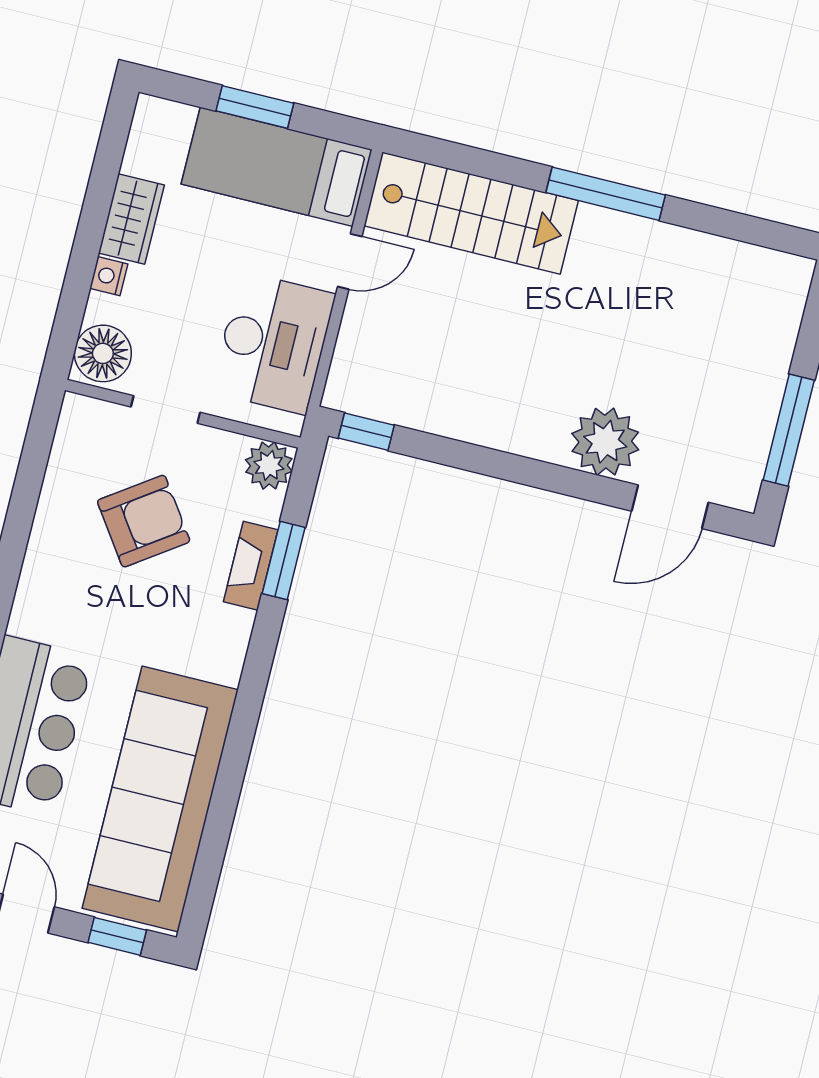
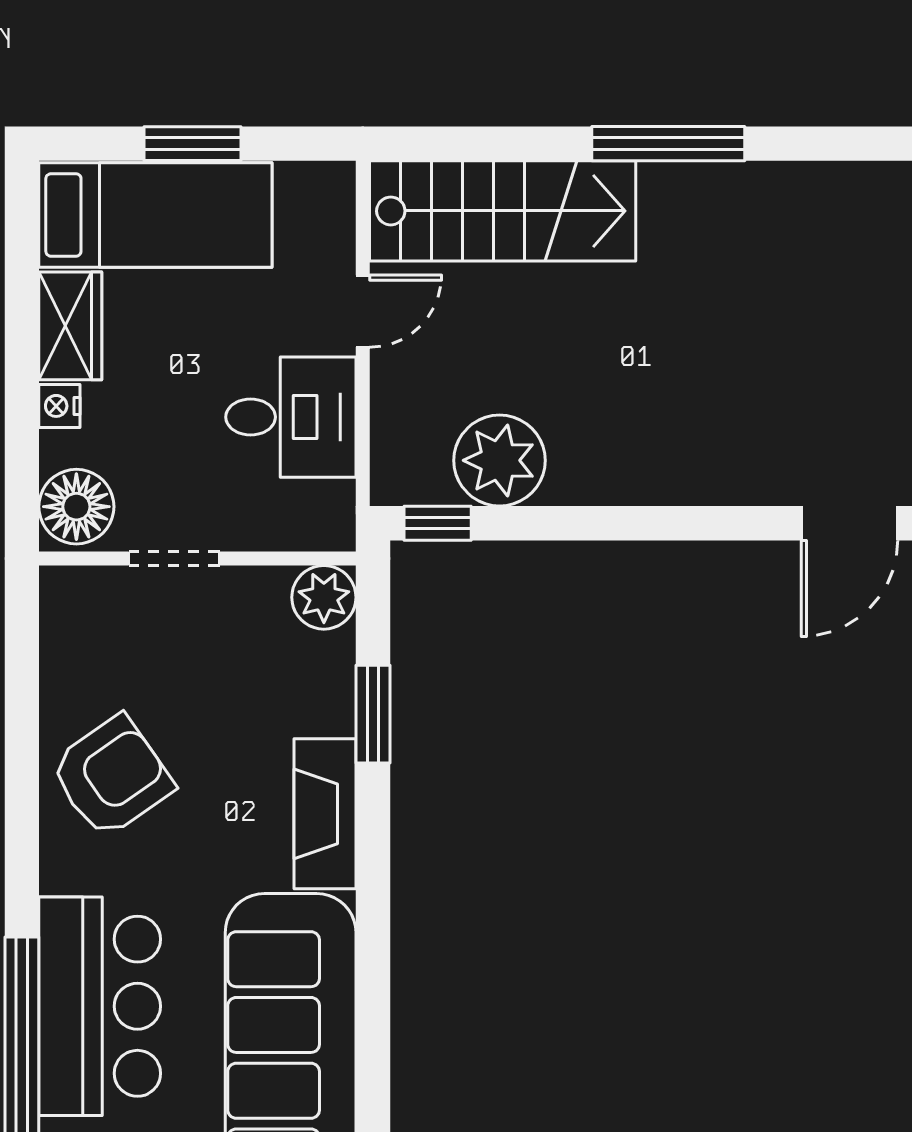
bed: (277, 167) -> (155, 215), moved, turned 180
desk: (273, 343) -> (291, 417), width x0.73
plant: (605, 442) -> (500, 460), moved
armchair: (144, 521) -> (112, 777), moved
fireplace: (251, 566) -> (325, 814), moved, width x1.37, depth x1.32

